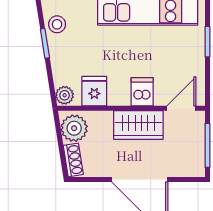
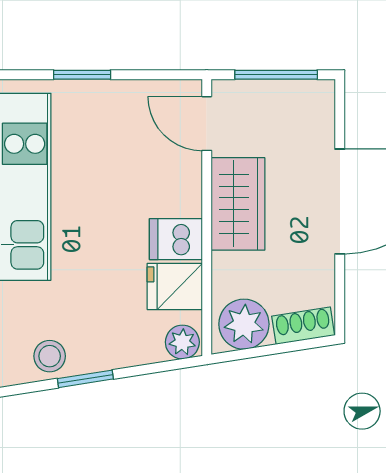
dishwasher: (142, 92) -> (176, 239), moved

